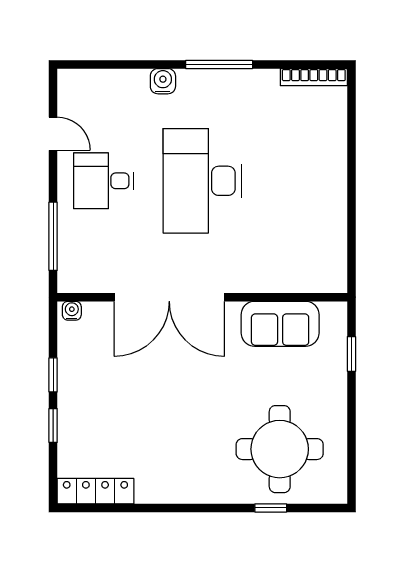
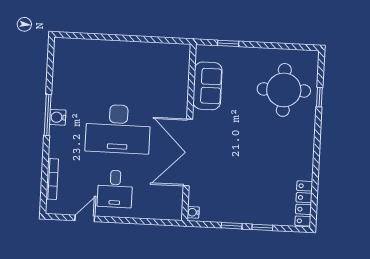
bookcase: (314, 77) -> (52, 179), moved
water cooler: (163, 81) -> (58, 117), moved
window: (53, 236) -> (147, 221), removed
double door: (169, 297) -> (188, 153), swing flipped

